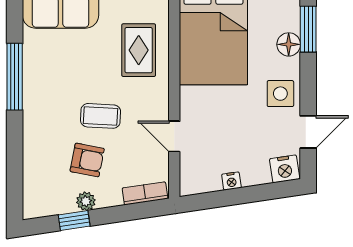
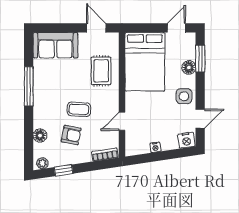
door: (174, 136) -> (122, 121), hinge flipped
floor lamp: (34, 161) -> (40, 136), added
plant: (86, 201) -> (42, 163), moved

